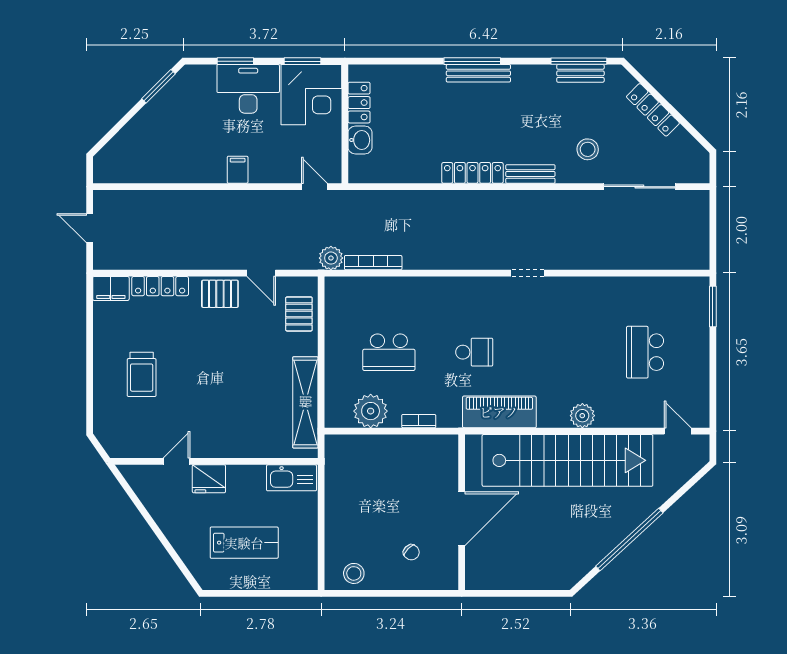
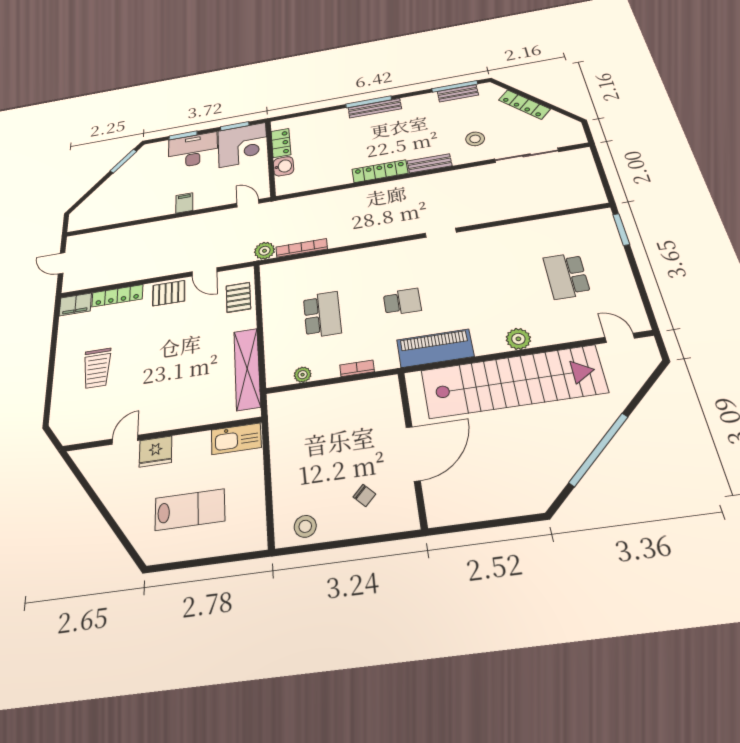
school desk: (389, 352) -> (322, 314), turned -90
plant: (371, 411) -> (303, 375), width x0.53, depth x0.53

